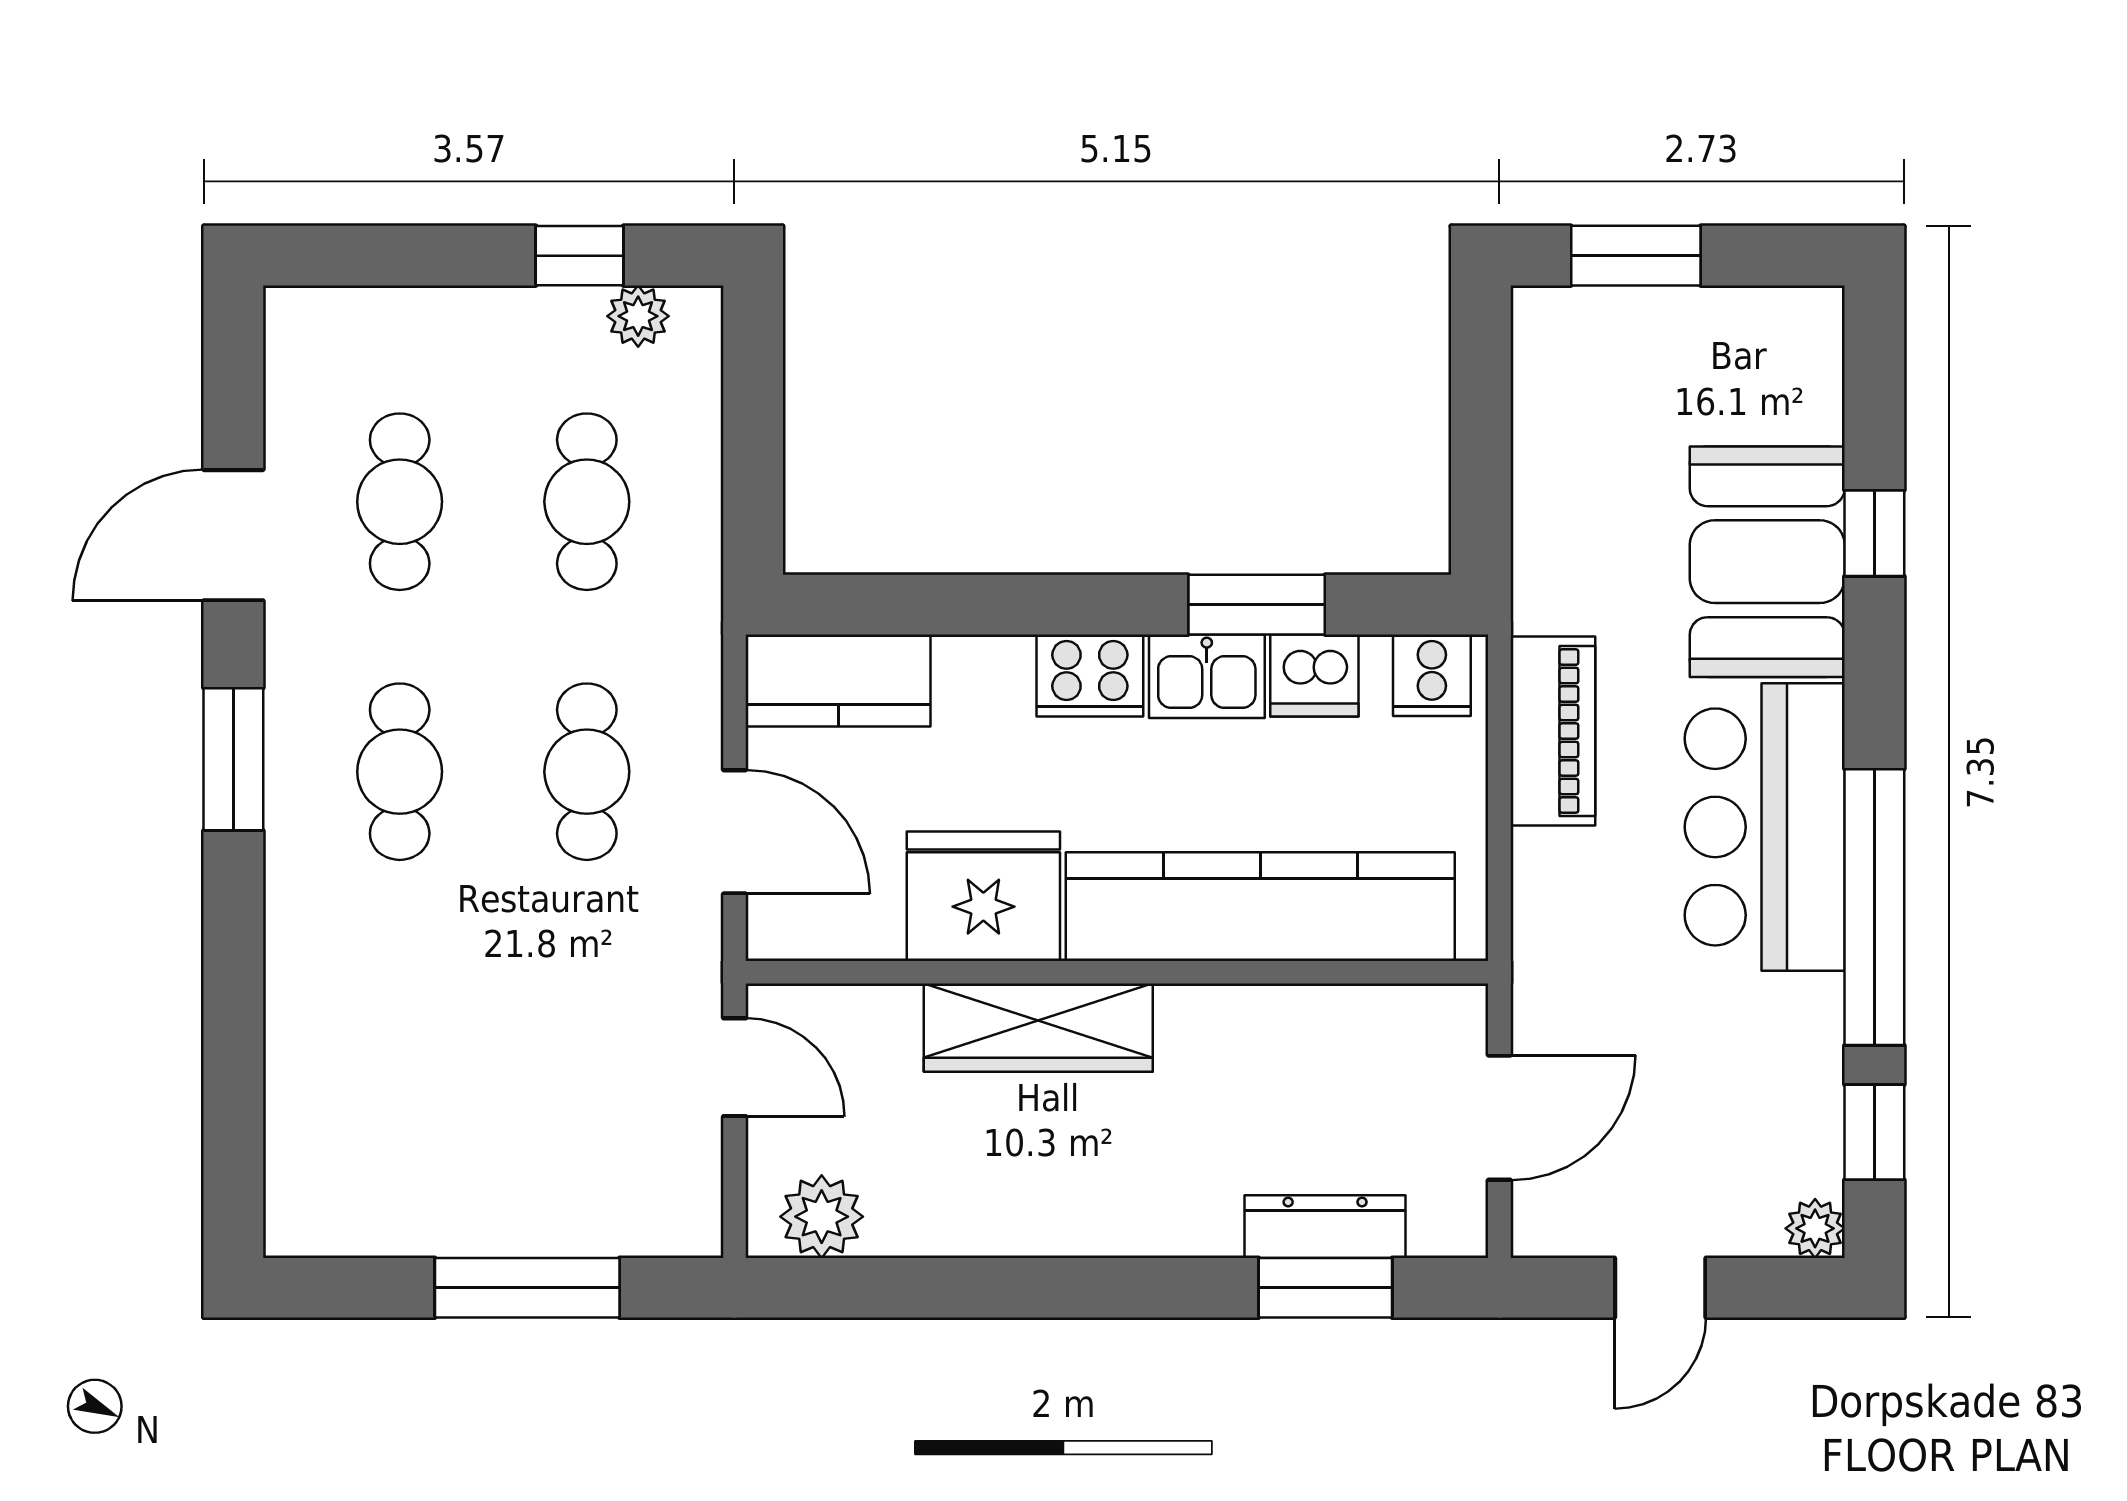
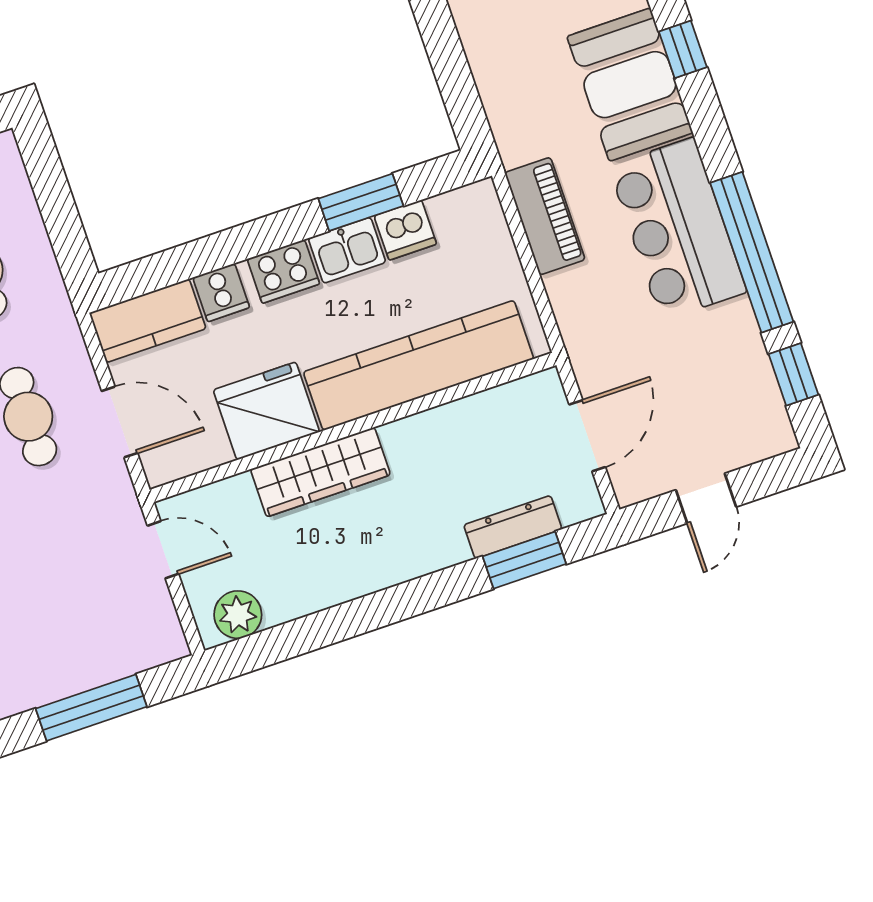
cooker: (1432, 675) -> (221, 293), moved
plant: (1815, 1228) -> (779, 438), removed

